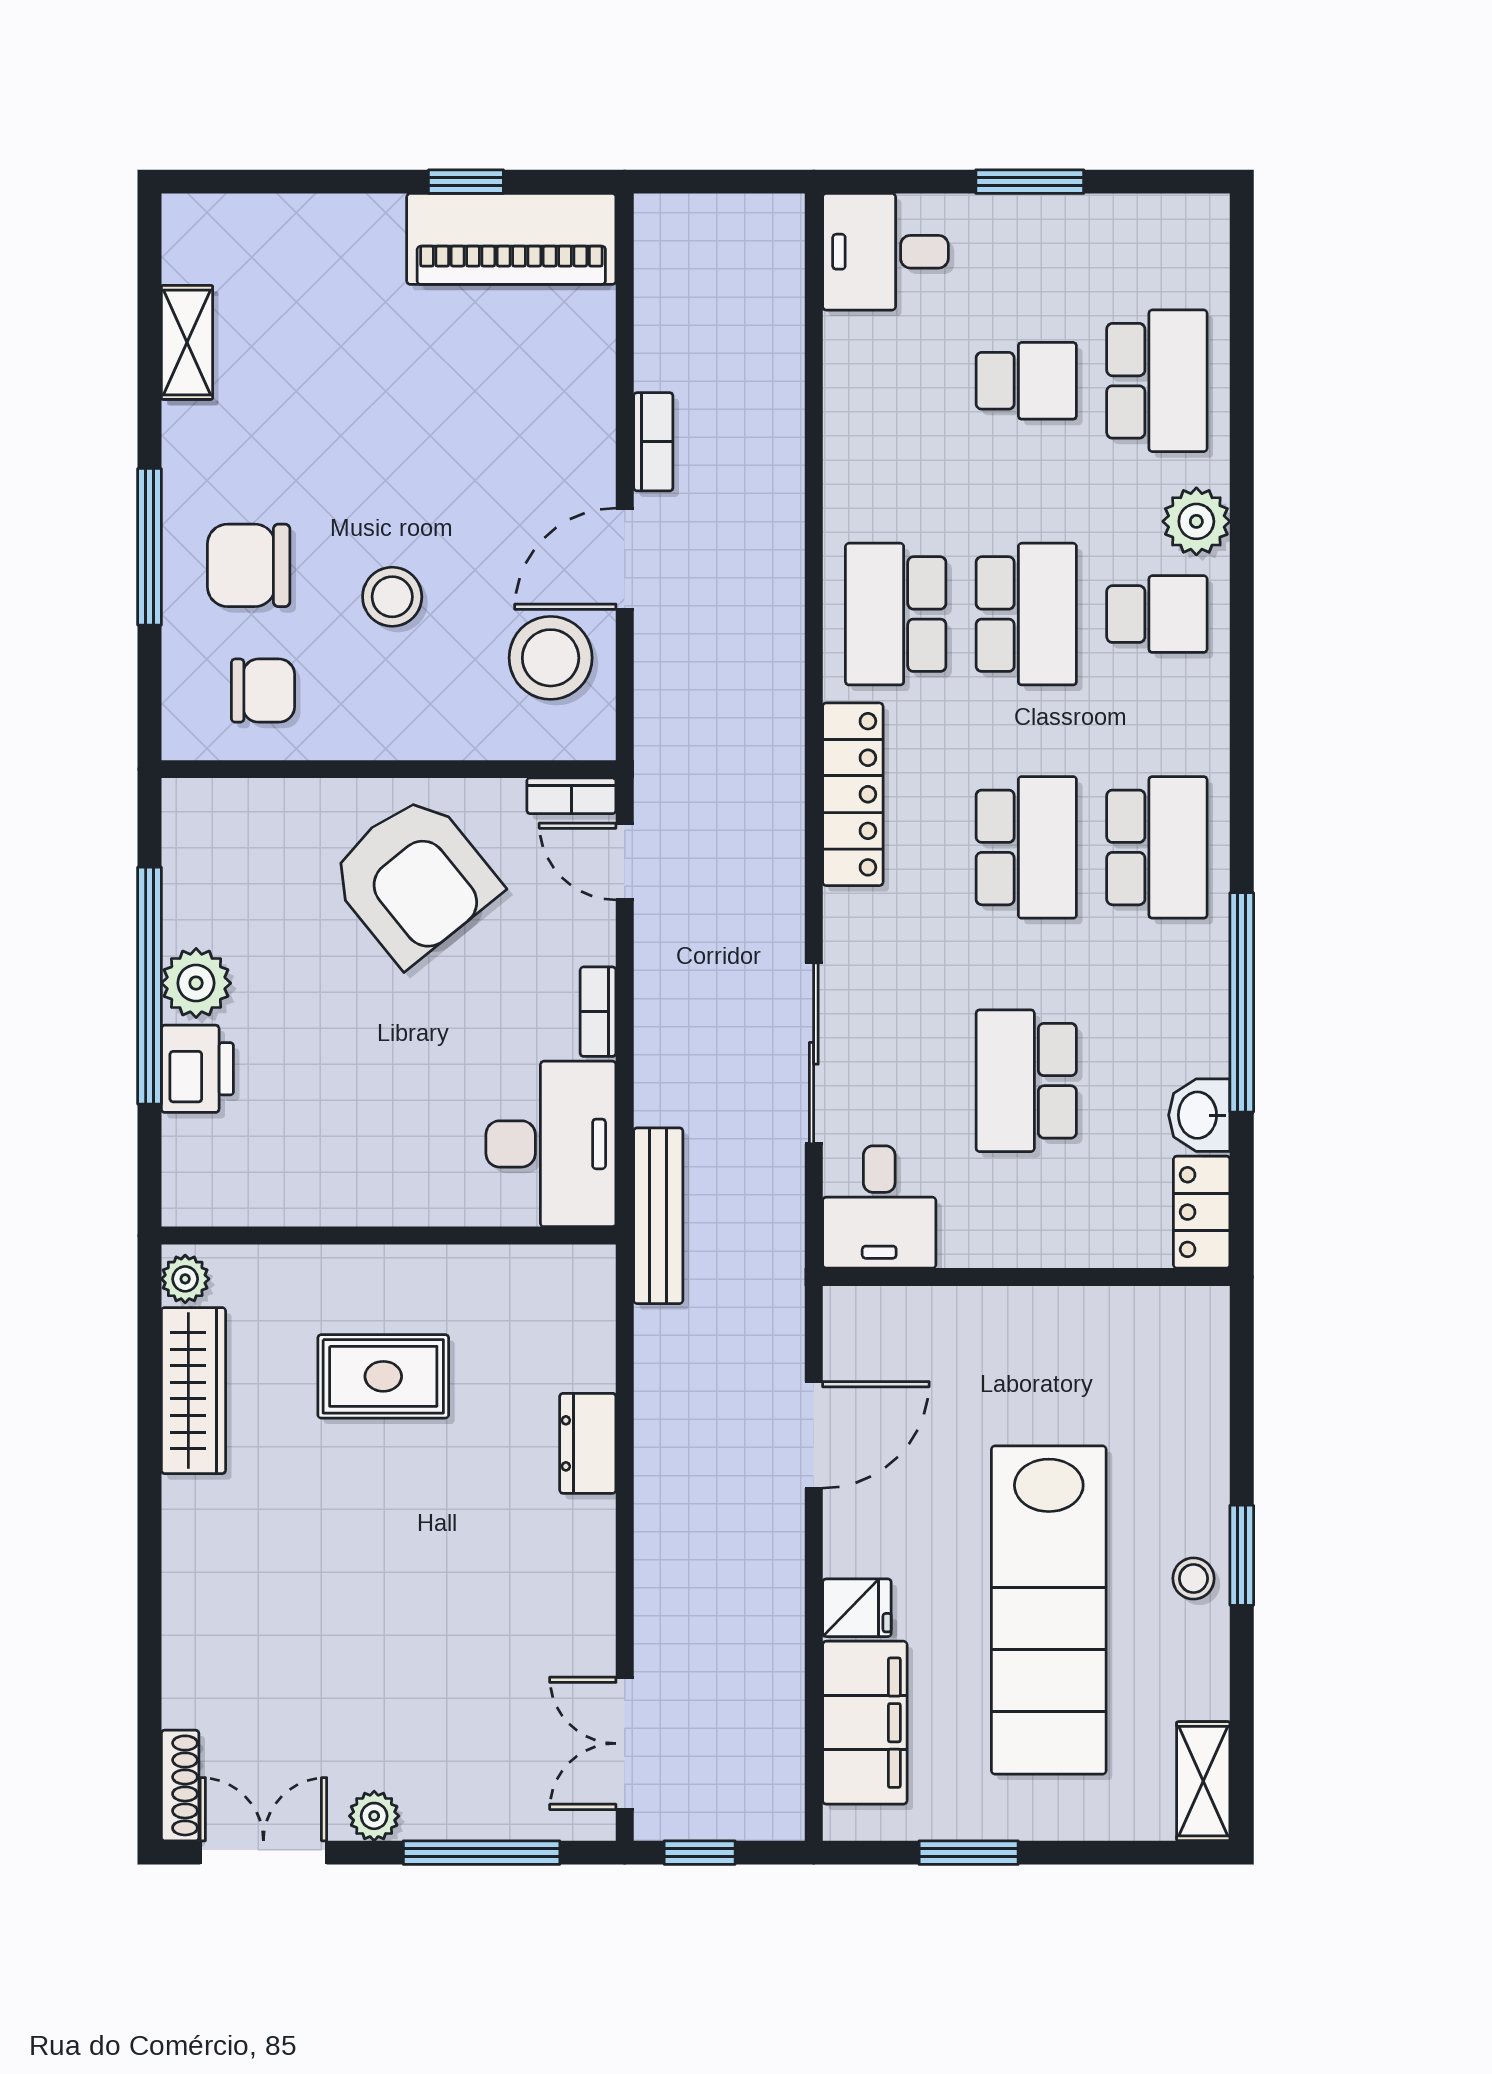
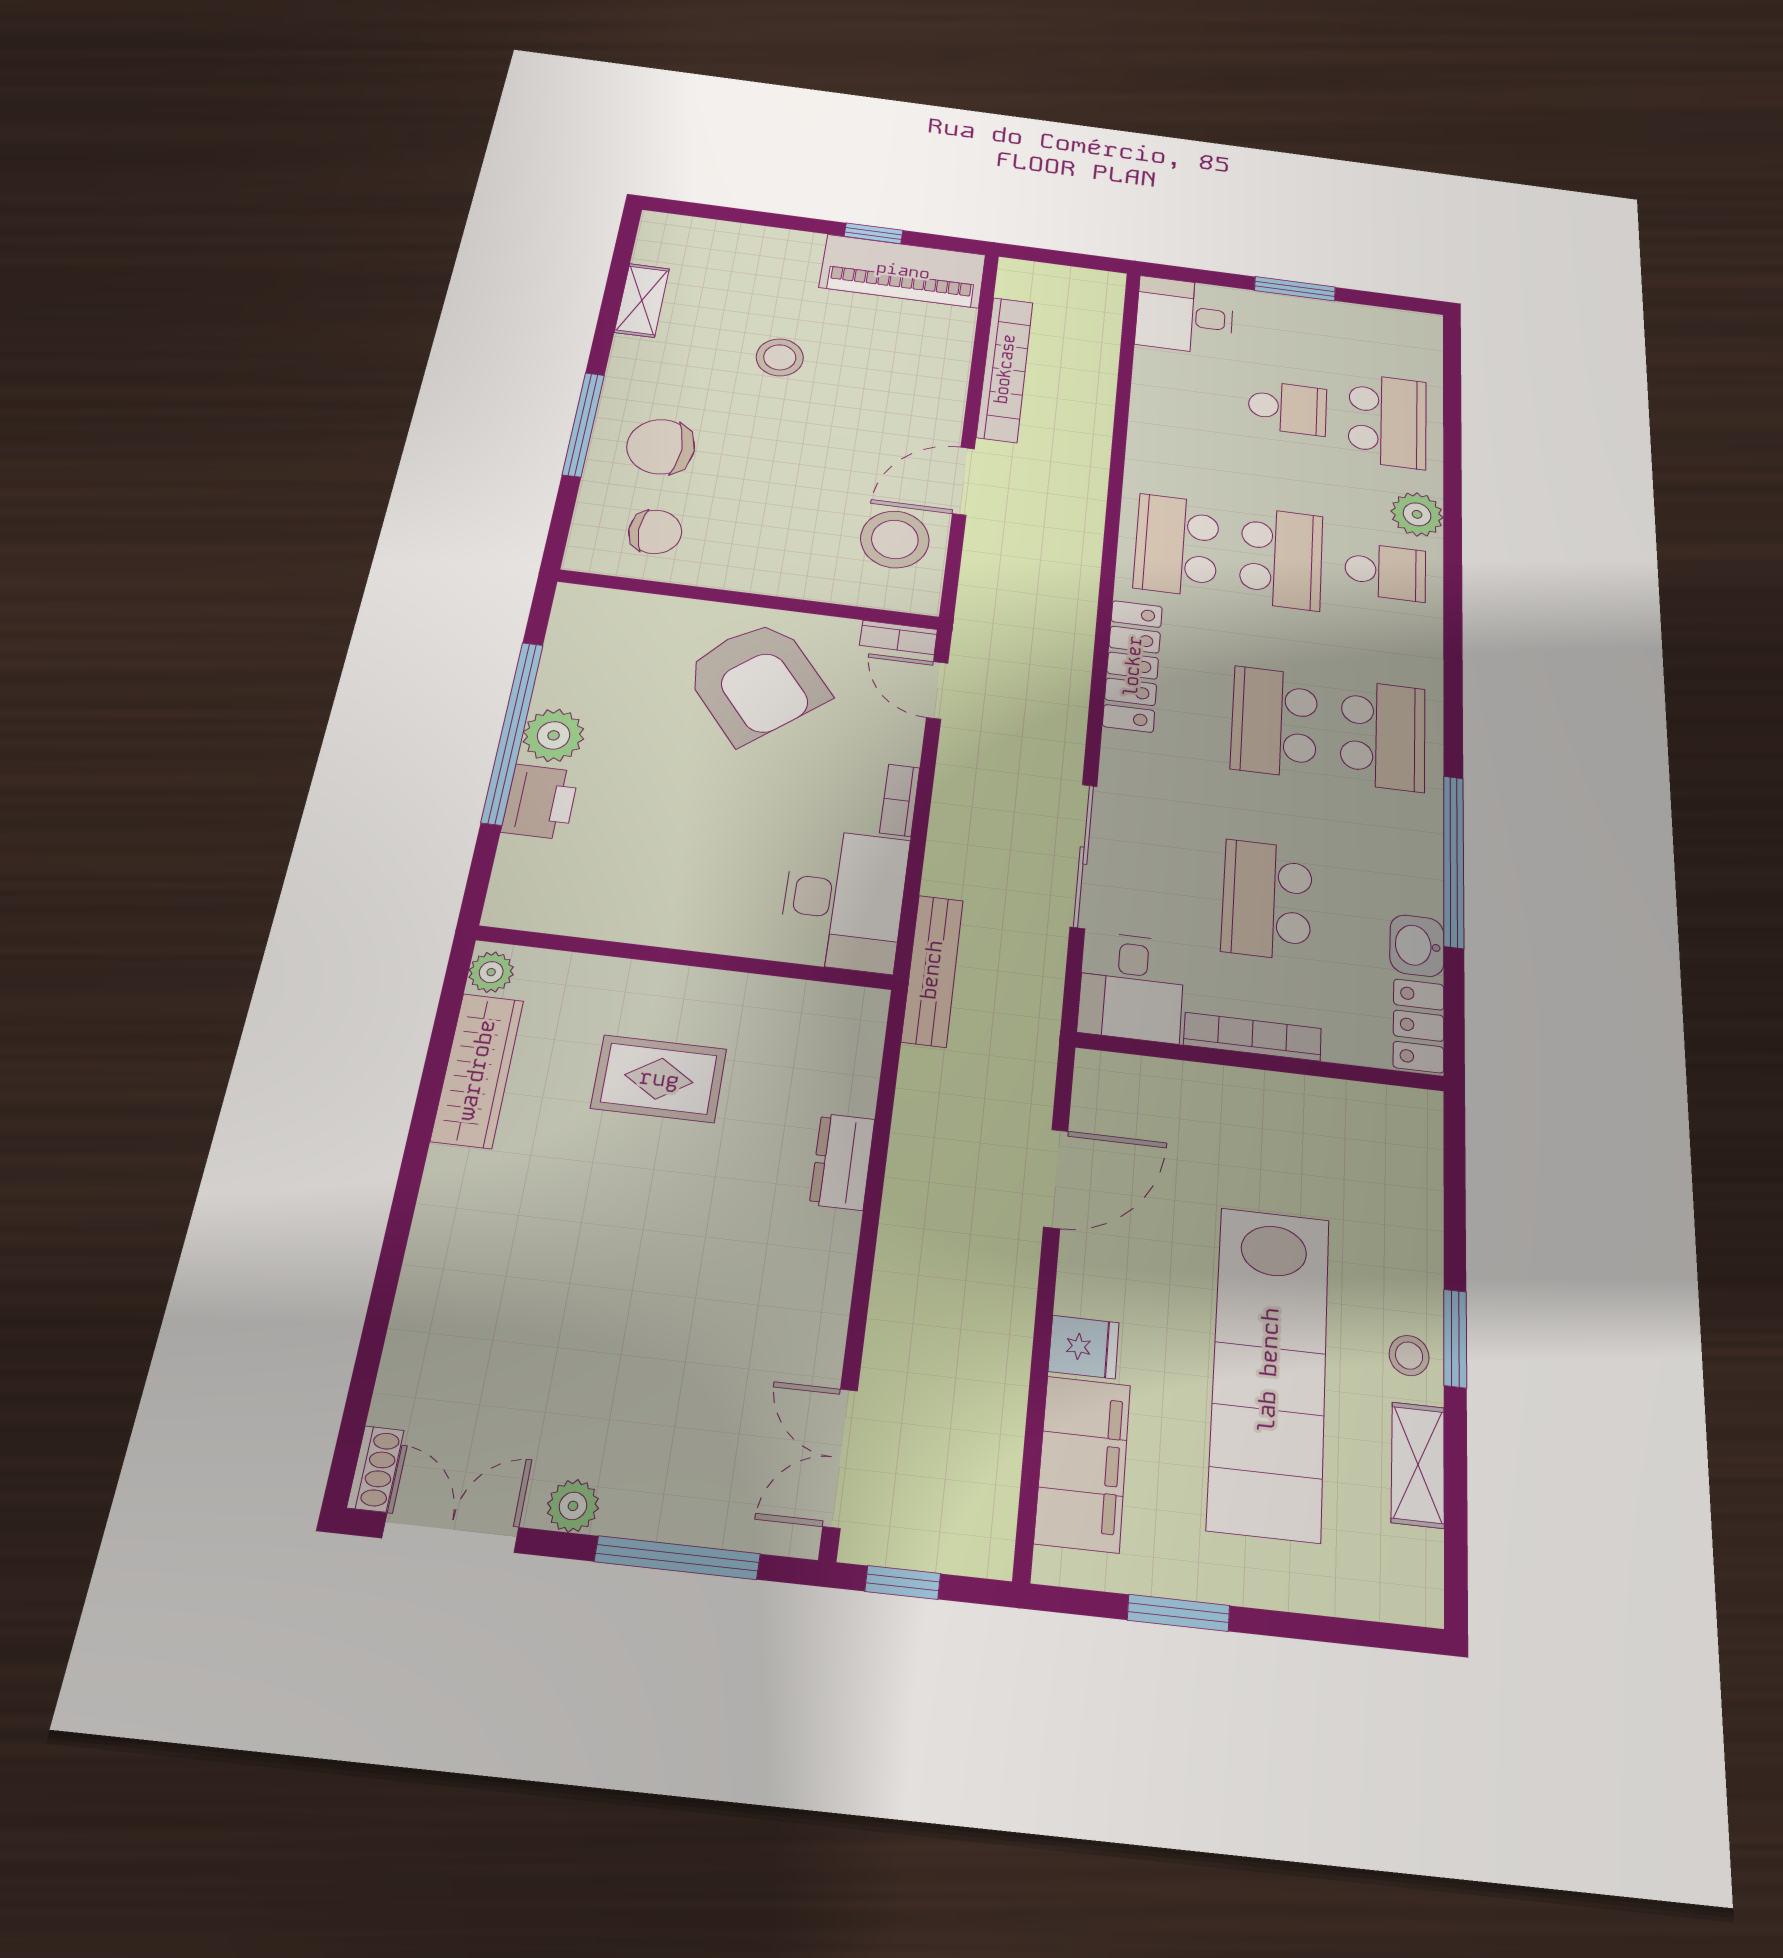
bookcase: (653, 442) -> (1005, 369), width x2.31, depth x1.31
stool: (392, 597) -> (780, 357), moved
school desk: (1026, 847) -> (1274, 722), turned 180
bookcase: (1016, 1249) -> (1252, 1037), added
shelving: (1203, 1781) -> (1418, 1465), moved
shoe rack: (180, 1785) -> (375, 1469), width x0.70

